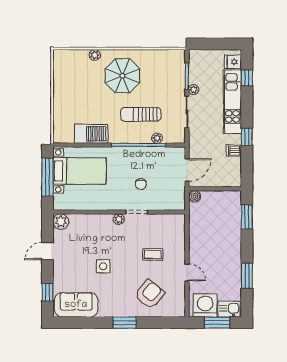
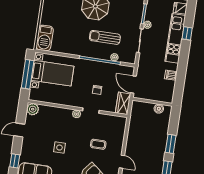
window: (247, 78) -> (187, 33), moved
barbecue: (91, 134) -> (45, 38), moved, turned 90
window: (247, 137) -> (182, 66), removed
door: (187, 170) -> (133, 85), swing flipped
wardrobe: (177, 196) -> (123, 103), added
boiler: (195, 196) -> (159, 109), moved
window: (247, 217) -> (171, 144), moved

